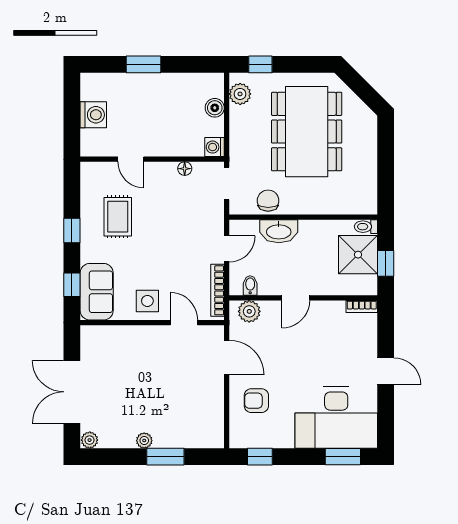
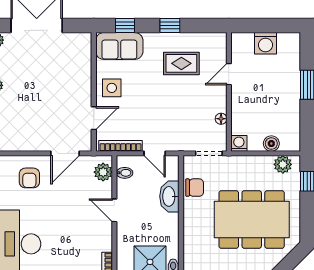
armchair: (256, 401) -> (29, 178), turned 180

